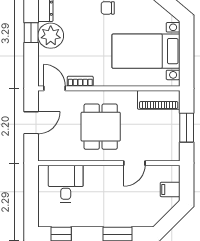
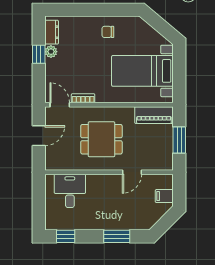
plant: (51, 36) -> (51, 52), width x0.53, depth x0.53
dining table: (101, 127) -> (101, 139), turned 90

